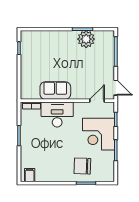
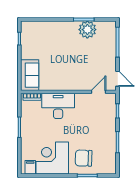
sofa: (55, 91) -> (30, 75), moved, turned 90
corner desk: (99, 134) -> (52, 158), moved, turned 90

